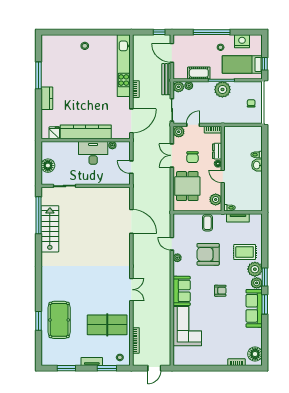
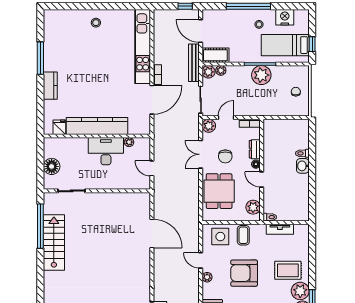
cot: (199, 73) -> (215, 55), moved
door: (131, 121) -> (152, 100), moved
side table: (188, 224) -> (220, 237), added

